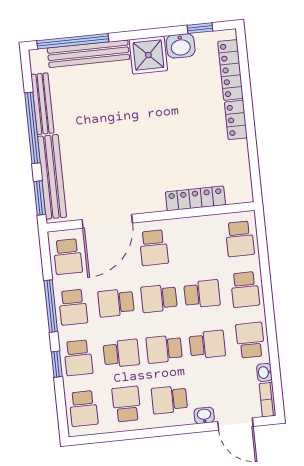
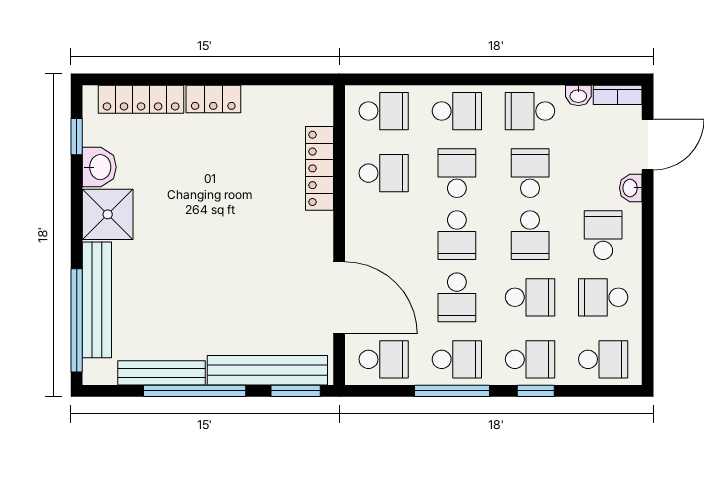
school desk: (154, 248) -> (384, 173), moved
school desk: (121, 353) -> (530, 297), turned 90
school desk: (169, 400) -> (603, 235), turned 180

